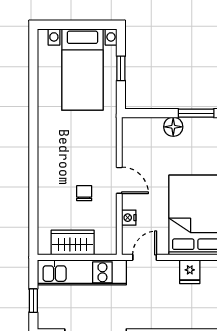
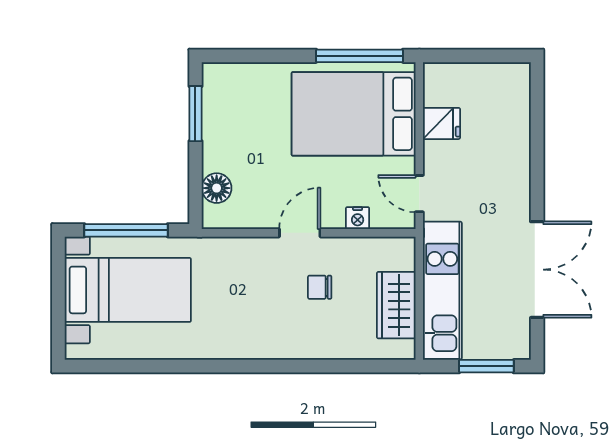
window: (121, 68) -> (126, 230), width x2.17
floor lamp: (173, 127) -> (217, 188), moved
window: (33, 301) -> (486, 366), width x1.50

